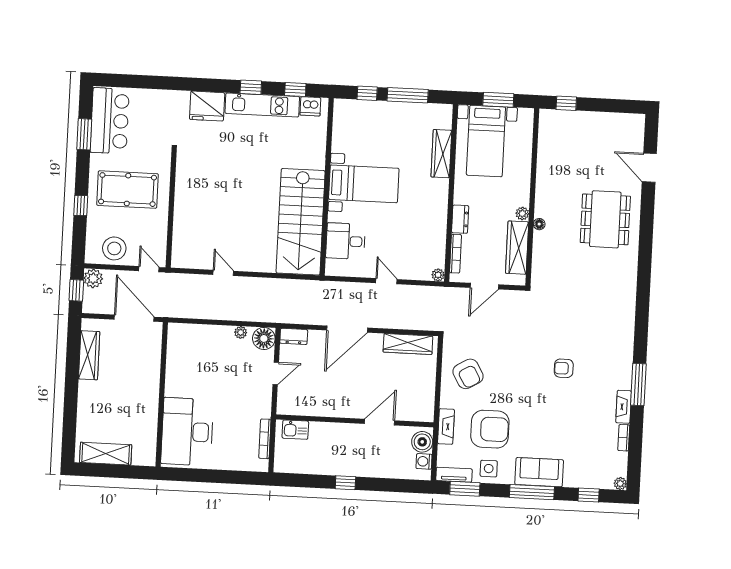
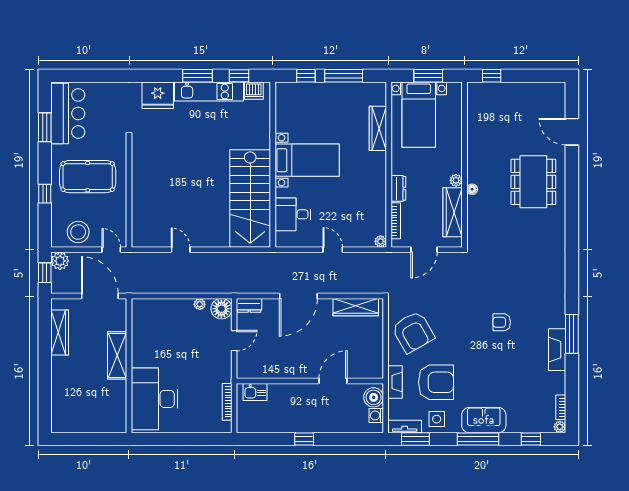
window: (251, 87) -> (197, 76), width x1.50
armchair: (468, 374) -> (413, 332), width x1.36, depth x1.36
fireplace: (624, 407) -> (557, 350), width x1.37, depth x1.32
bookcase: (624, 438) -> (561, 407), moved
shelving: (106, 454) -> (117, 355), moved, turned 90

